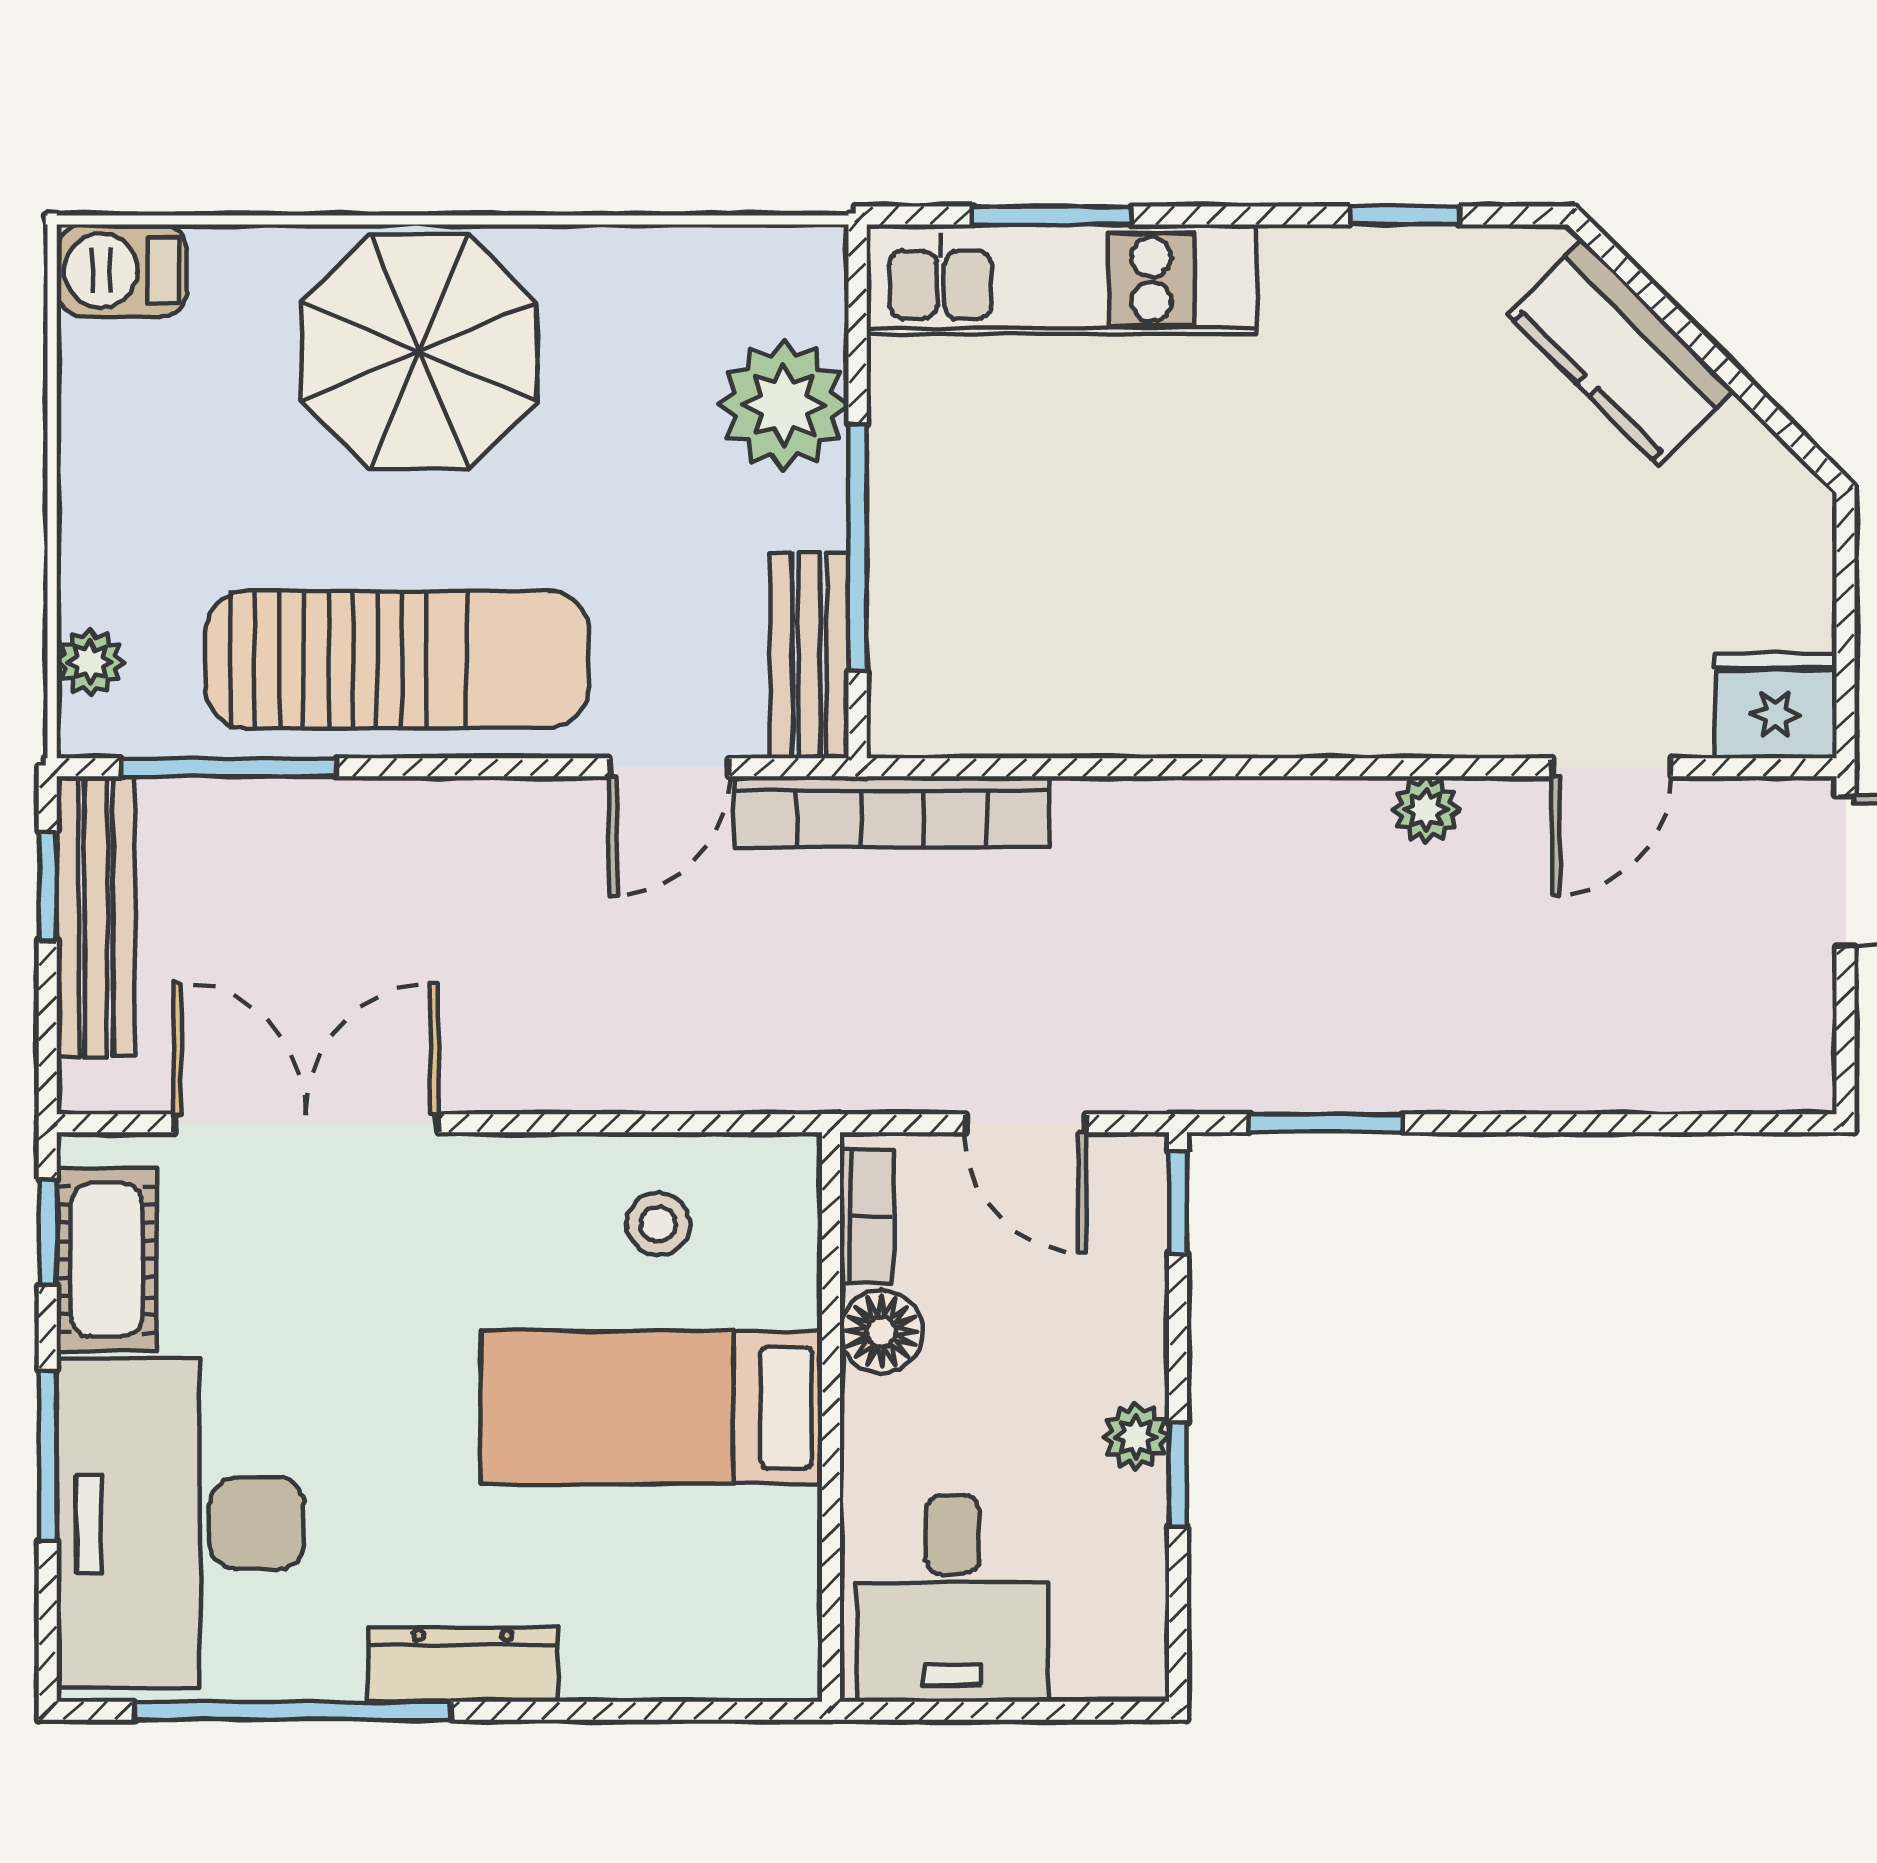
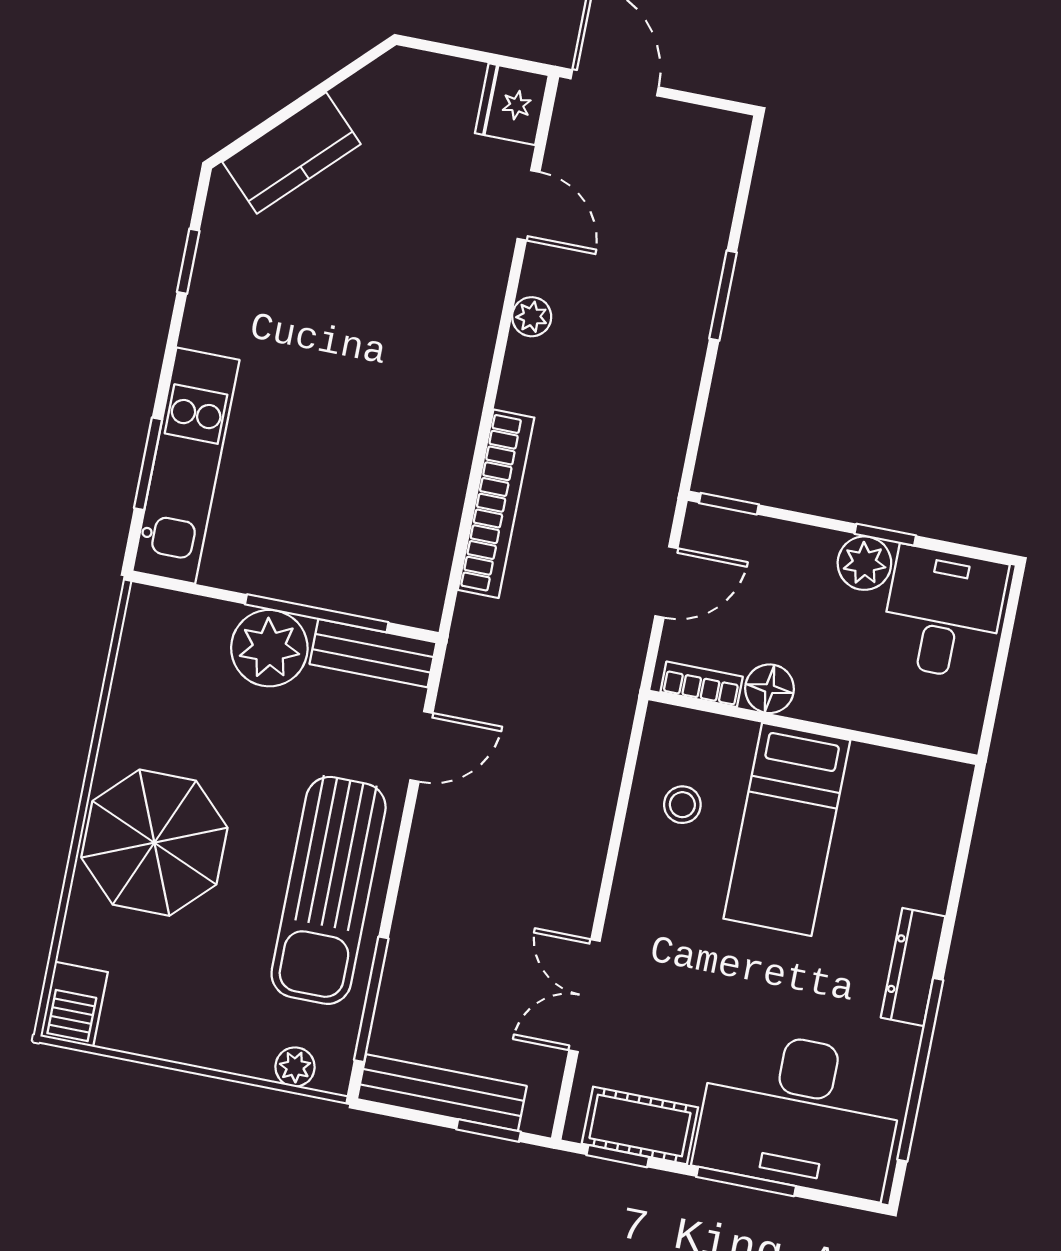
plant: (783, 405) -> (269, 648), moved
sun lounger: (397, 660) -> (329, 890), turned 180
door: (669, 767) -> (421, 746), hinge flipped
bookcase: (892, 812) -> (496, 504), moved
window: (48, 886) -> (489, 1131), moved
double door: (306, 1123) -> (584, 996), width x0.73
window: (1326, 1123) -> (723, 296), moved
plant: (1136, 1437) -> (864, 563), width x1.38, depth x1.38
desk: (953, 1599) -> (943, 613), moved, turned -90

